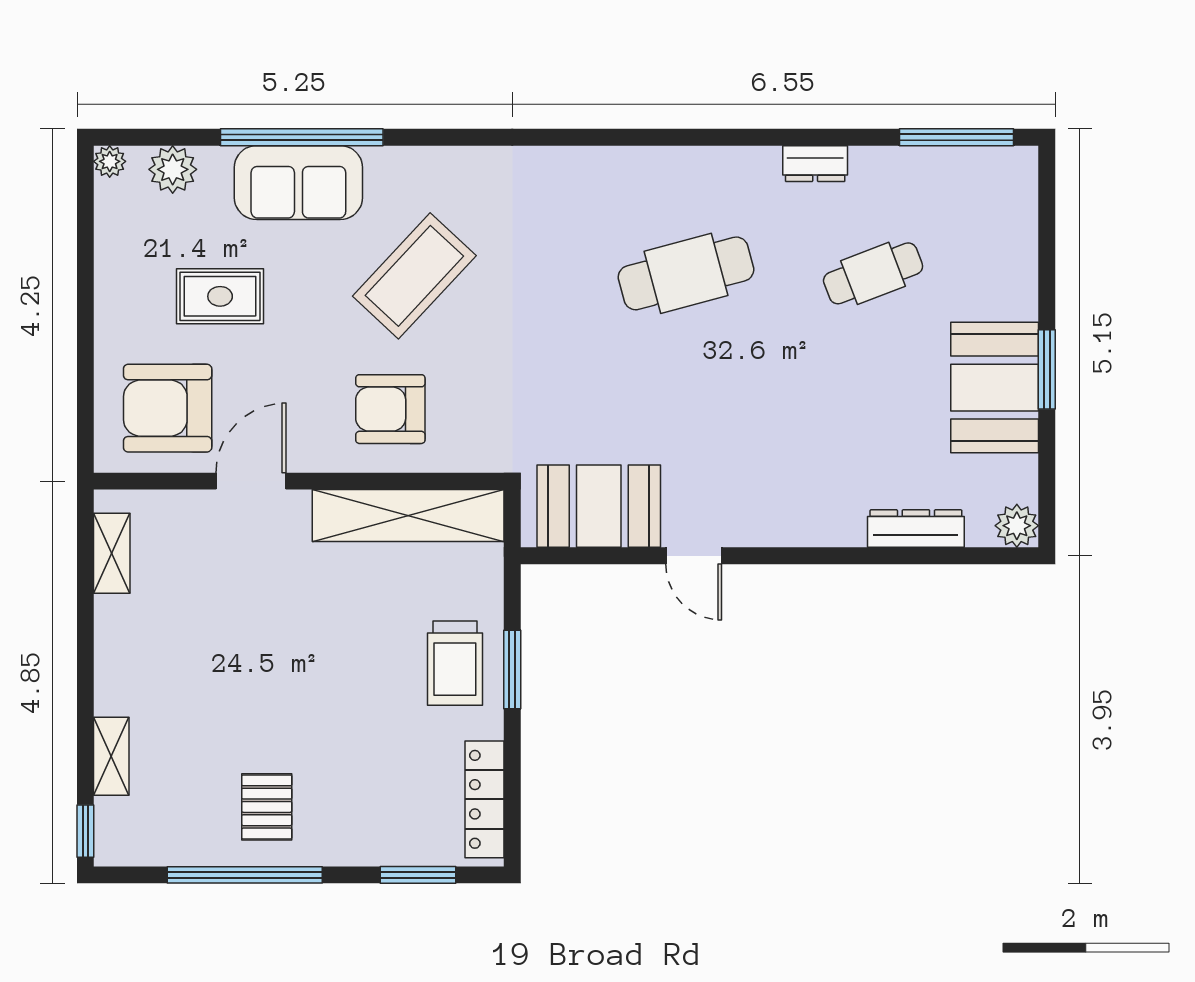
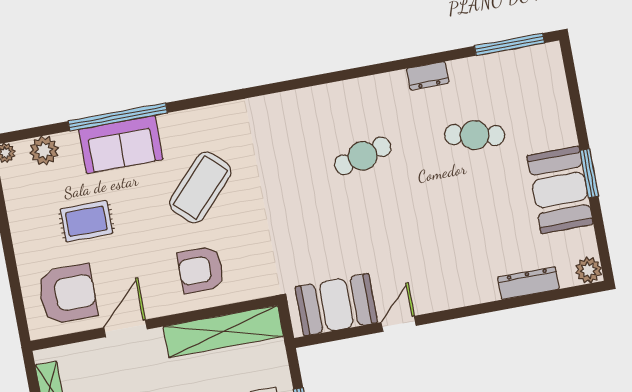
cafe table: (686, 273) -> (363, 156), width x0.73, depth x0.74
cafe table: (873, 273) -> (475, 135), turned 33
armchair: (168, 408) -> (67, 294), turned 180
door: (694, 556) -> (399, 324), swing flipped

